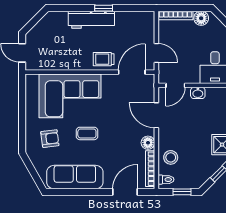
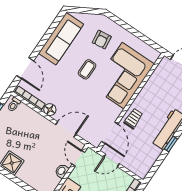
stool: (171, 157) -> (28, 119), removed

